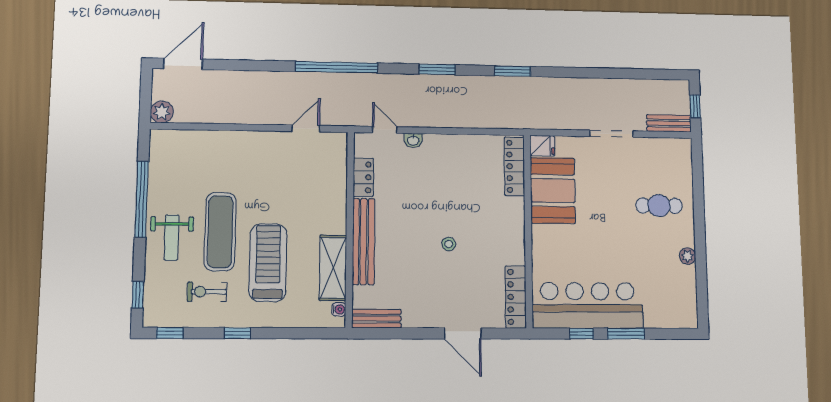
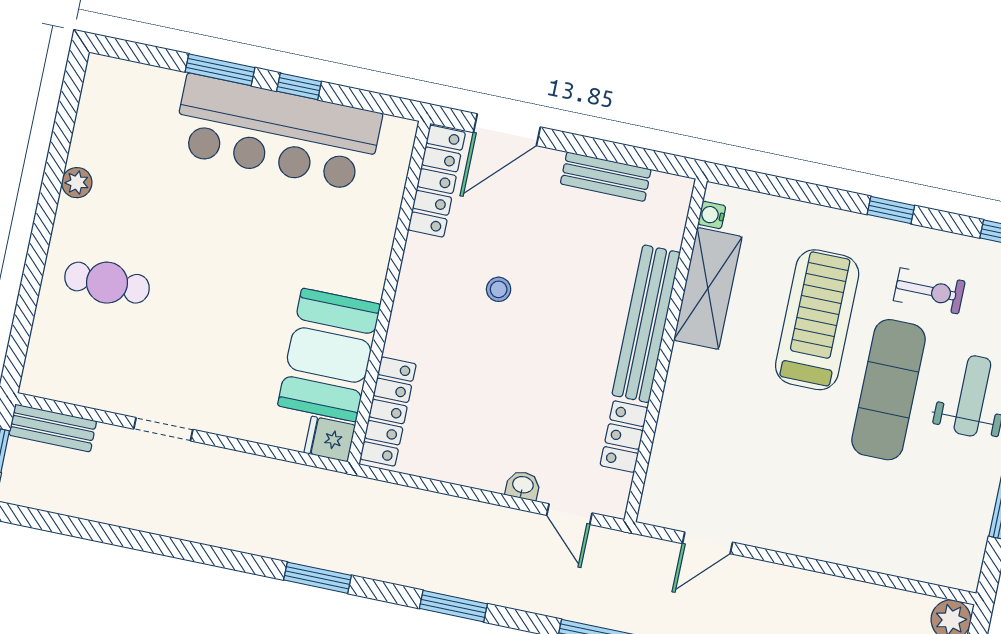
doorway: (611, 134) -> (163, 429), width x0.73
fridge: (542, 146) -> (330, 439), moved
locker: (514, 166) -> (388, 412), moved
booth: (553, 190) -> (329, 355), moved
wall: (528, 230) -> (389, 293), moved
treadmill: (268, 263) -> (817, 320), turned 180
locker: (516, 297) -> (437, 181), moved
bench: (377, 319) -> (606, 177), moved
door: (463, 333) -> (507, 130), swing flipped

